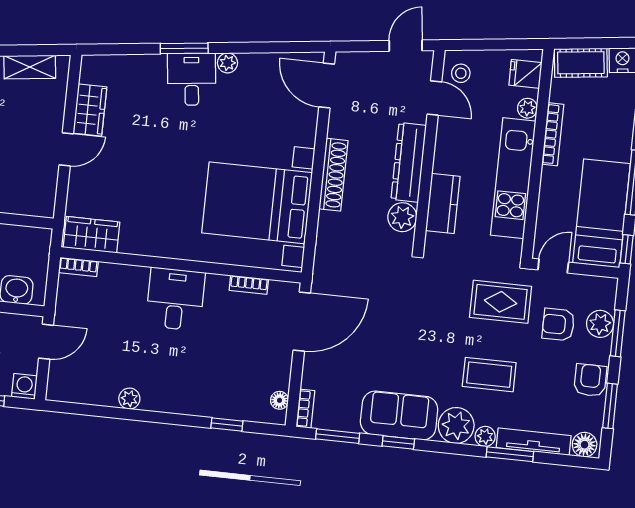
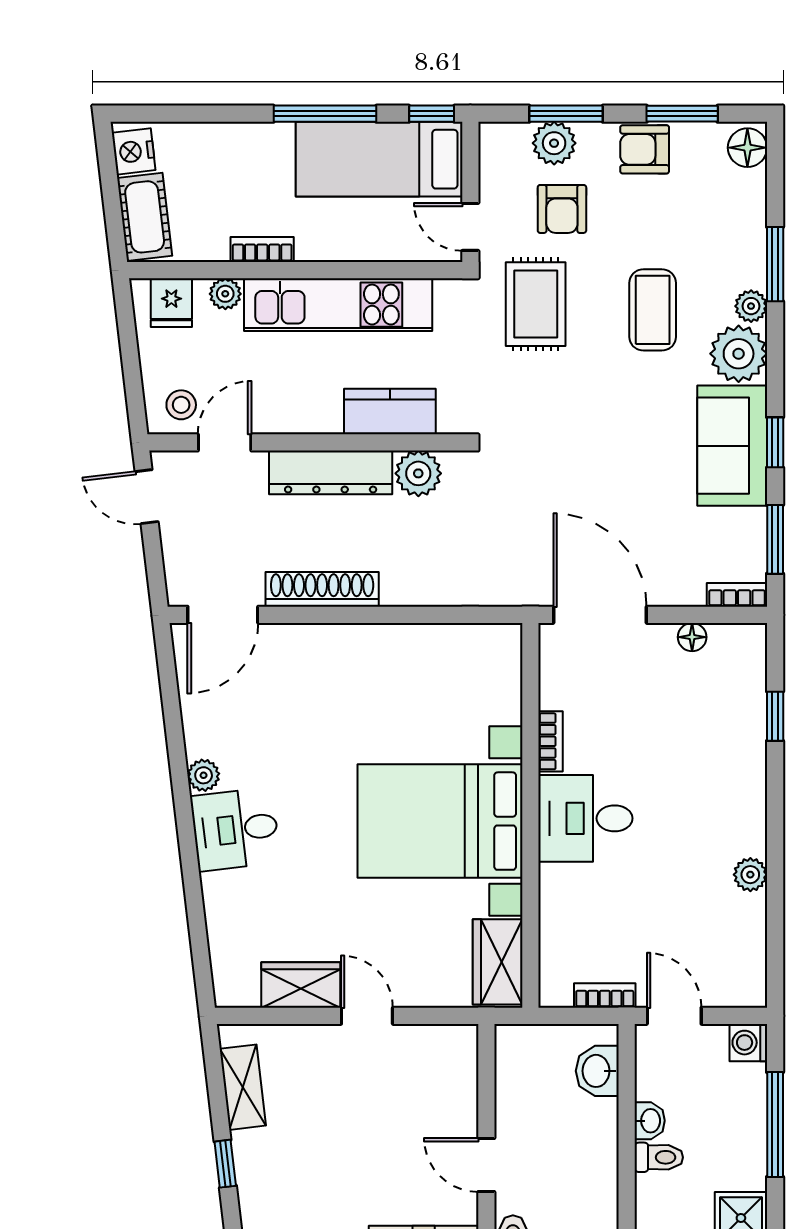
window: (184, 48) -> (188, 846), removed
bookcase: (553, 134) -> (262, 249), width x0.64
shoe rack: (333, 175) -> (322, 589), moved
bed with nightstands: (257, 203) -> (440, 821), moved, turned 90
bookcase: (78, 267) -> (605, 995), moved, turned -90
bookcase: (249, 285) -> (551, 741), moved
floor lamp: (279, 400) -> (692, 637), moved
tv unit: (534, 442) -> (751, 229), removed

